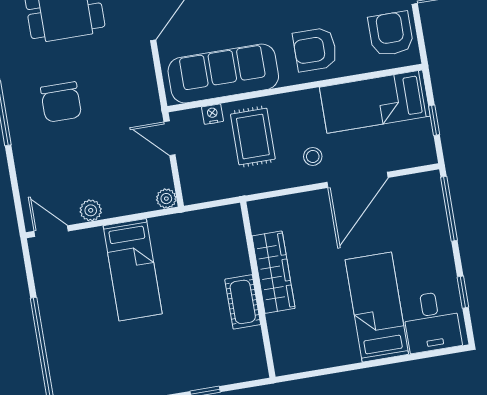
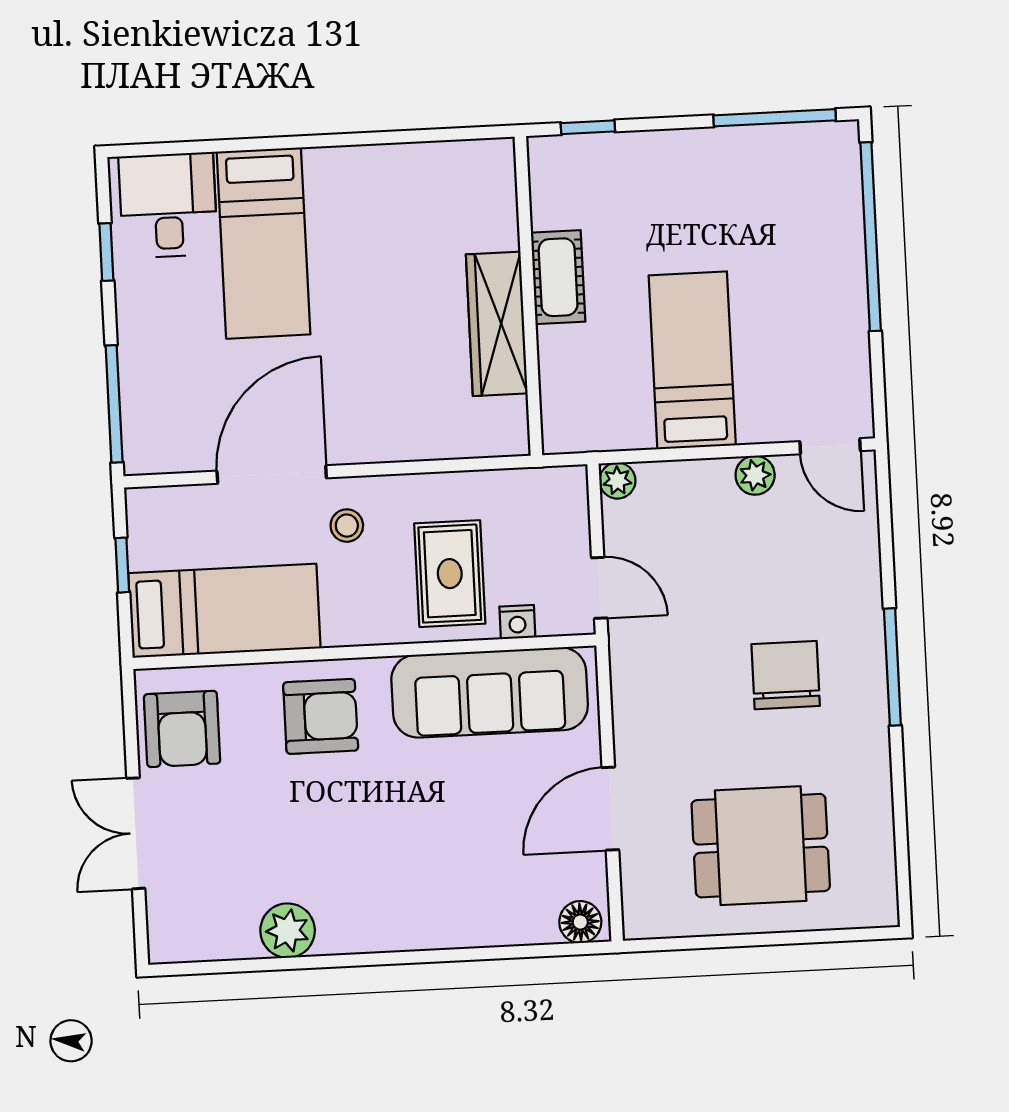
wardrobe: (274, 272) -> (497, 324), moved
wall: (258, 290) -> (528, 296), moved
cot: (243, 302) -> (558, 277), moved

